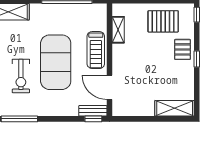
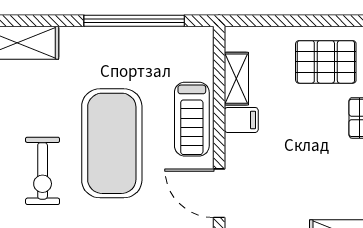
filing cabinet: (121, 50) -> (241, 120), added

